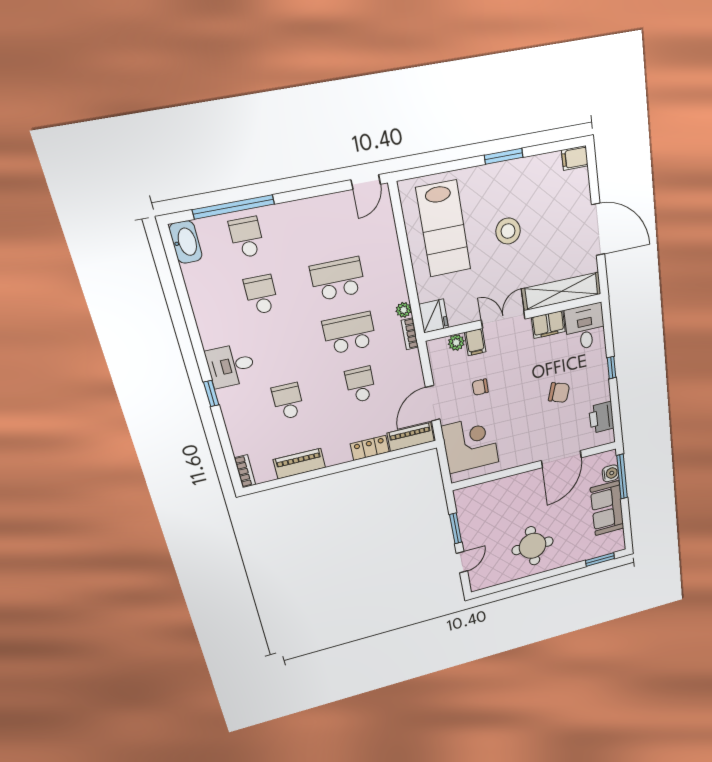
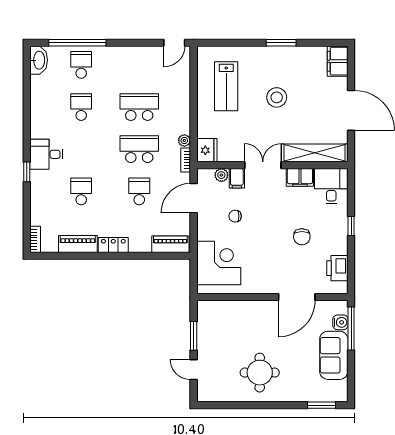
filing cabinet: (575, 158) -> (338, 61), width x2.00
lab bench: (444, 229) -> (226, 86), width x0.73, depth x0.72
chair: (559, 393) -> (302, 237), turned 71
door: (433, 403) -> (194, 198), moved
locker: (370, 448) -> (113, 245), moved
door: (462, 562) -> (194, 370), swing flipped

